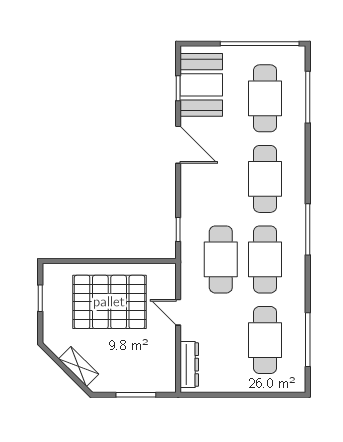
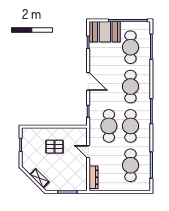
booth: (201, 85) -> (105, 32), moved, turned 90
door: (178, 145) -> (88, 81), moved
pallet: (109, 302) -> (54, 147), width x0.49, depth x0.50

